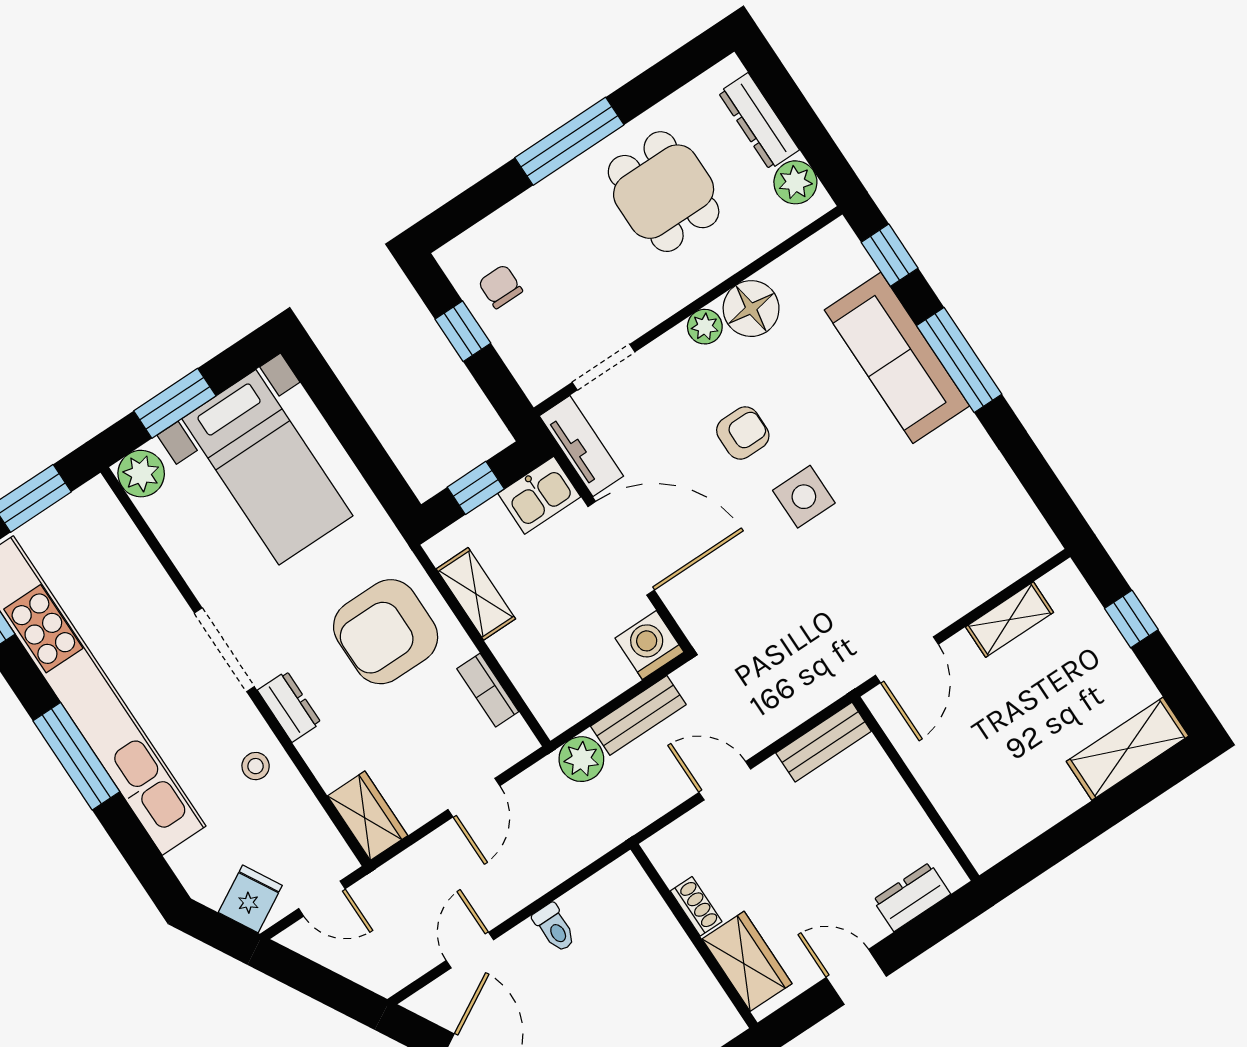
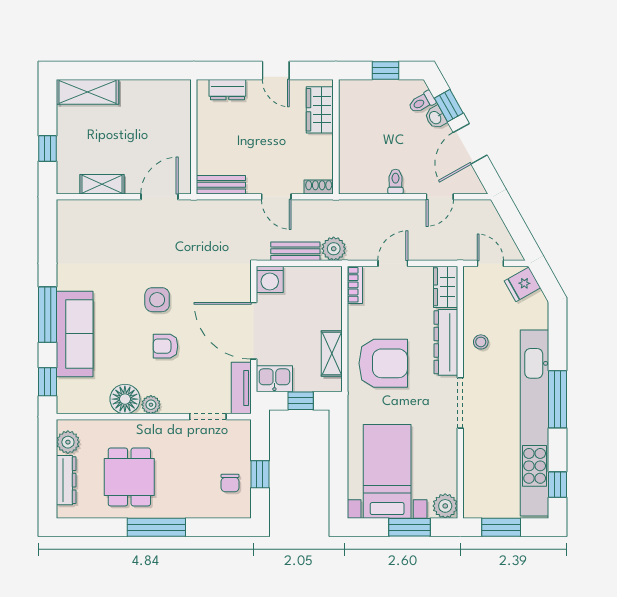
bookcase: (488, 690) -> (355, 285), moved
dresser: (289, 707) -> (446, 342), width x1.96, depth x1.24
shoe rack: (696, 906) -> (319, 187), moved, turned 90

